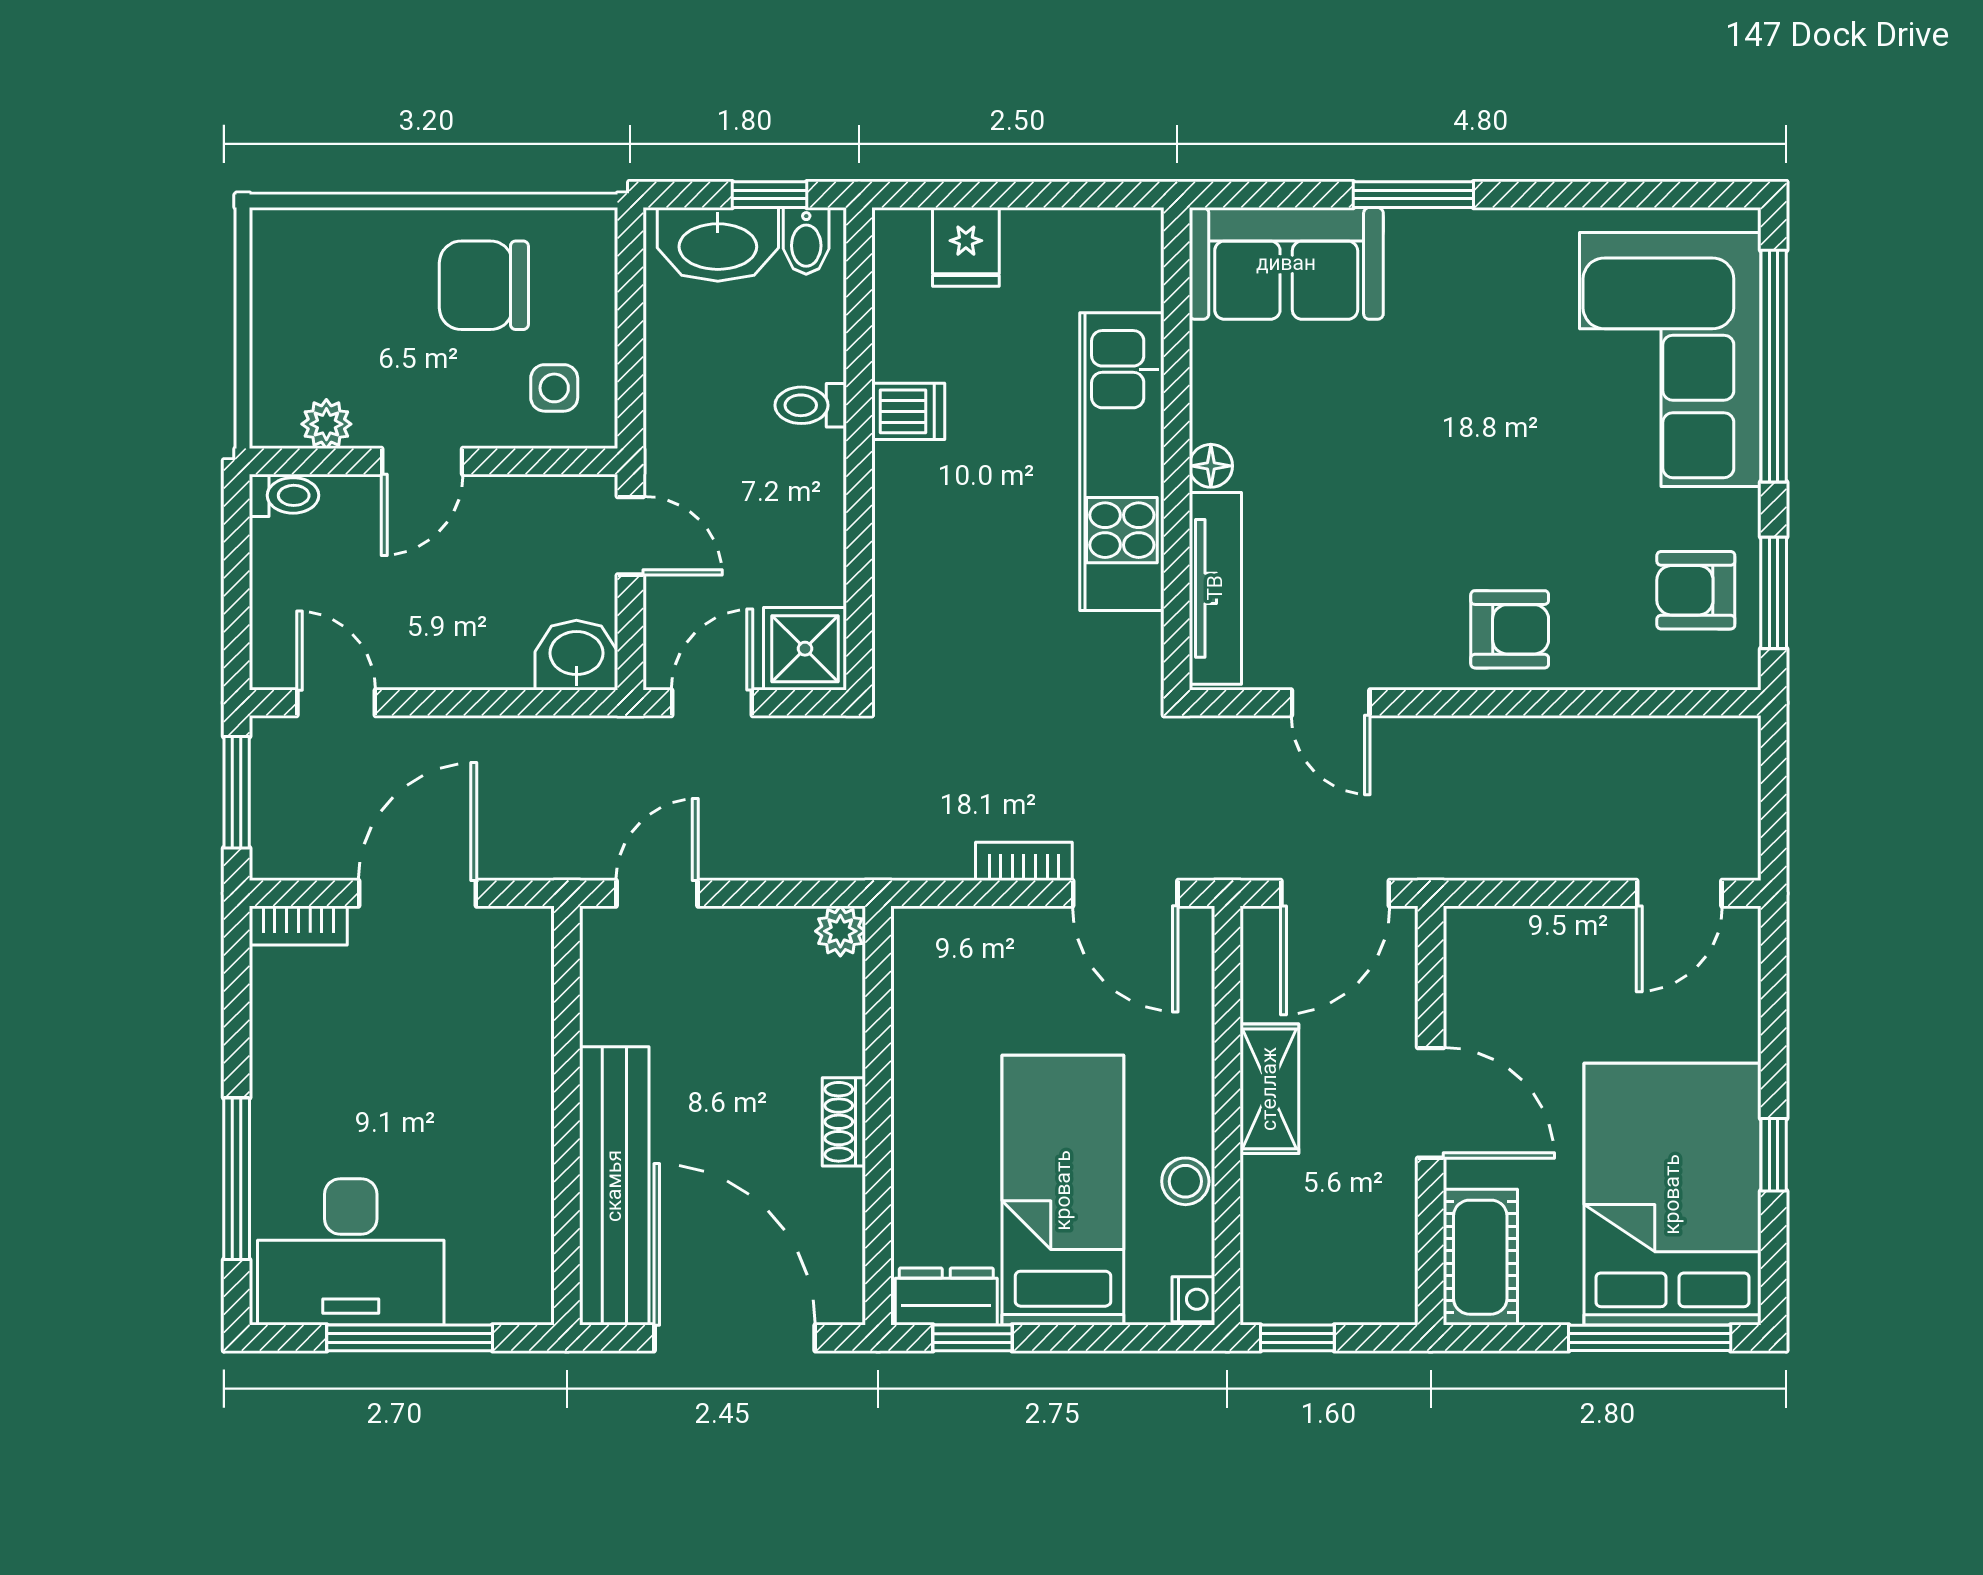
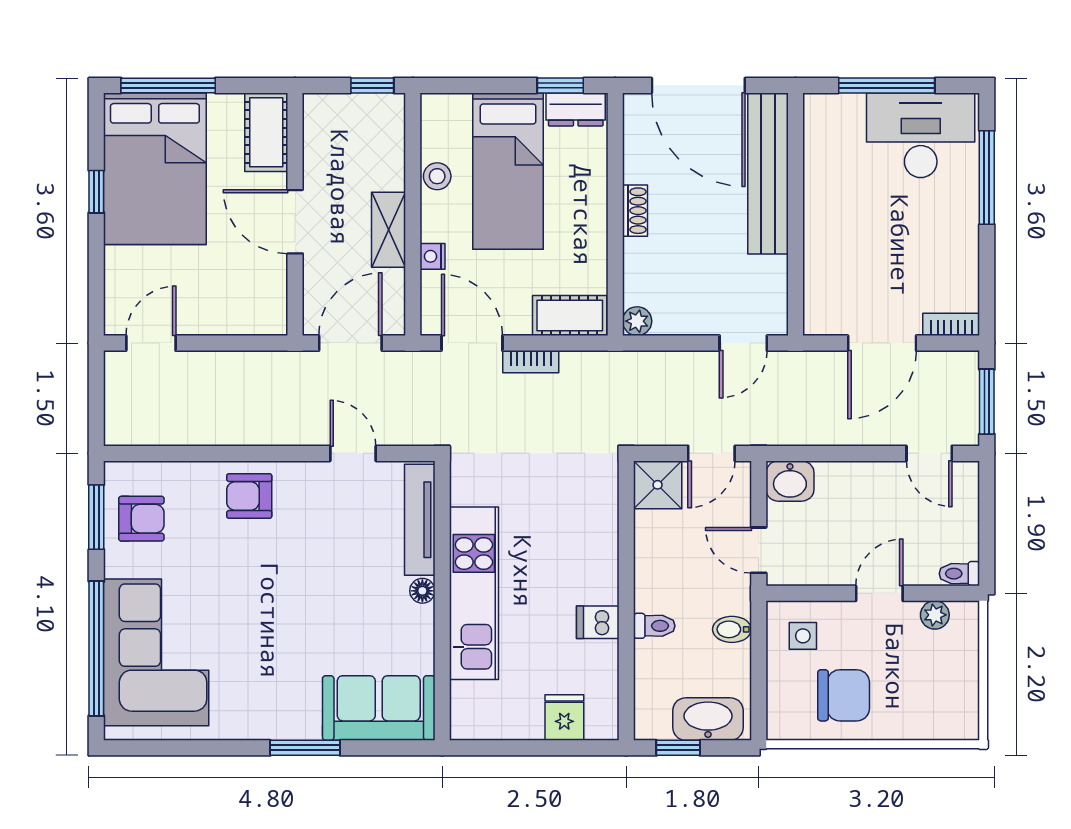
bidet: (806, 241) -> (732, 629), moved, turned -90
cot: (957, 941) -> (570, 316), added
nightstand: (1193, 1299) -> (432, 256), moved

